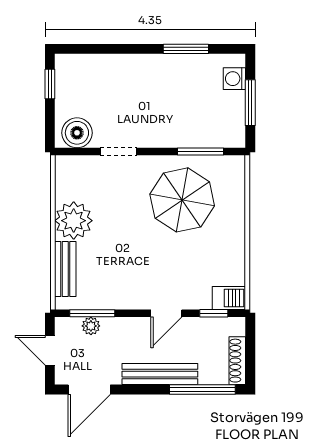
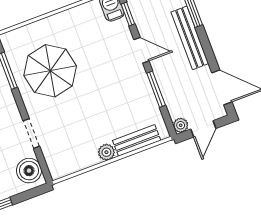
plant: (74, 221) -> (106, 152), width x0.53, depth x0.53
window: (92, 313) -> (156, 89), moved
plant: (91, 326) -> (181, 125), moved

